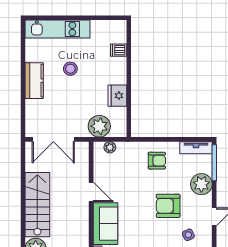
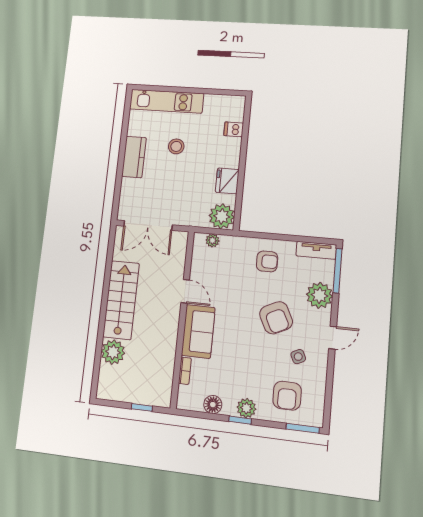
plant: (99, 126) -> (222, 216), moved
armchair: (168, 206) -> (276, 318), turned -116

